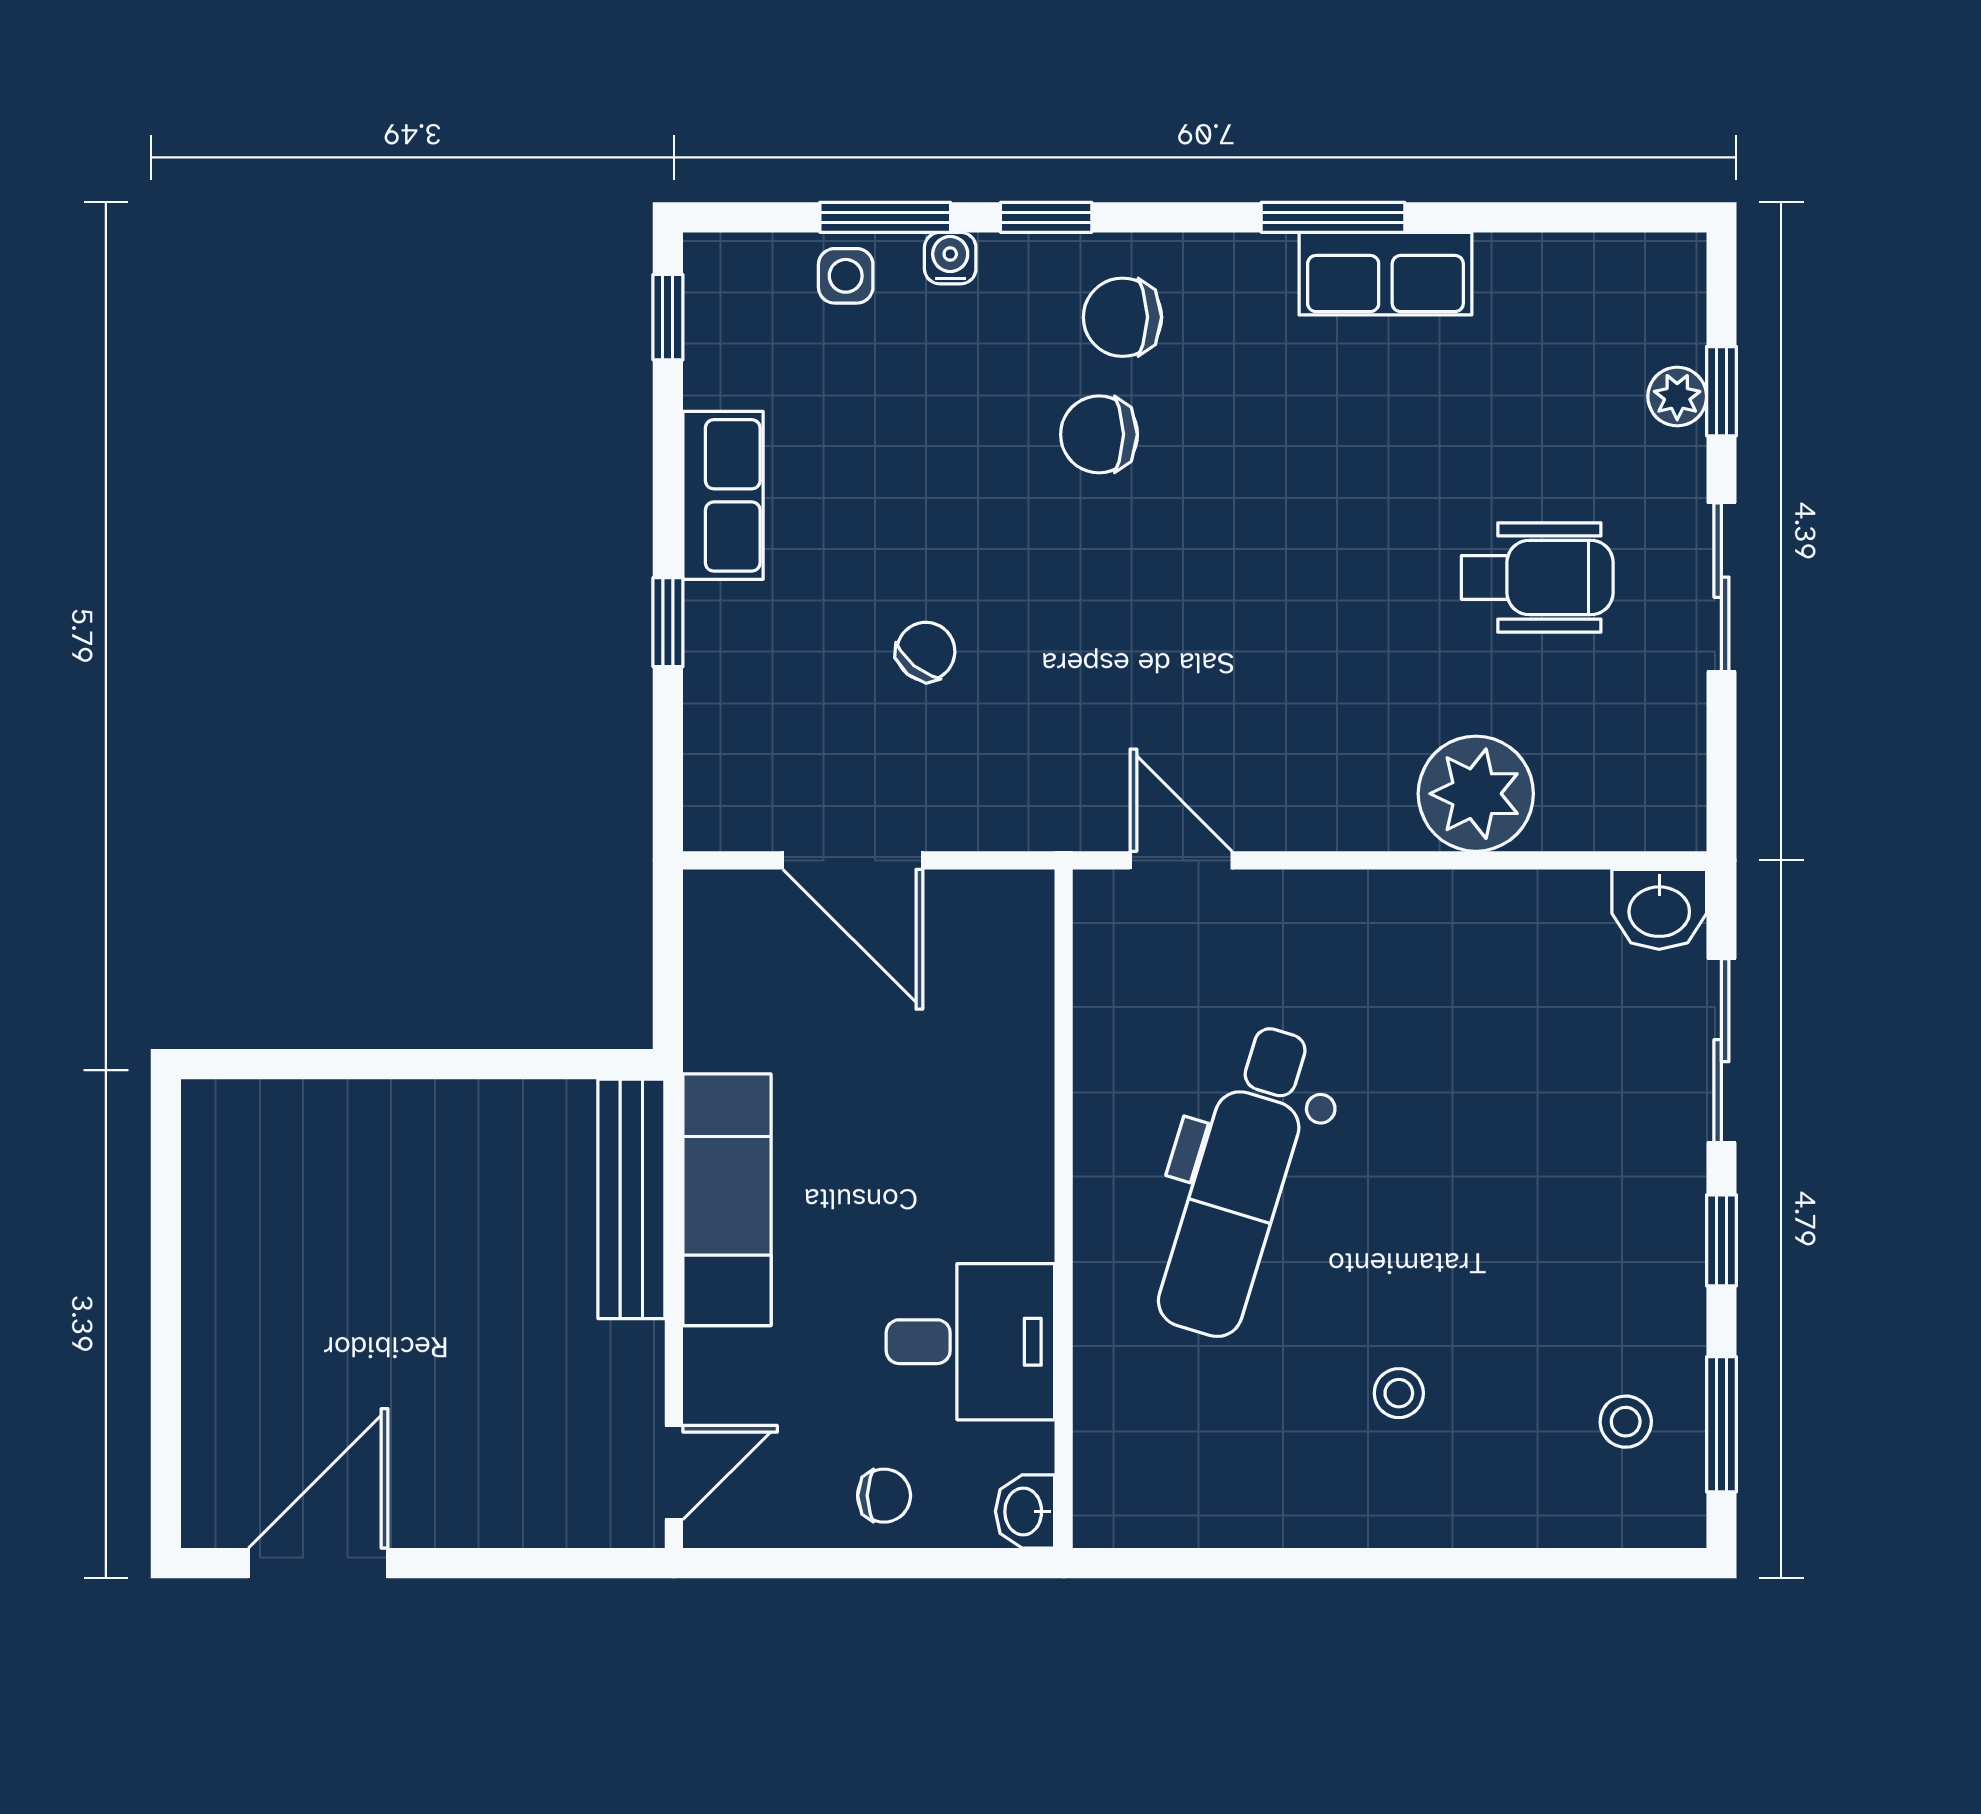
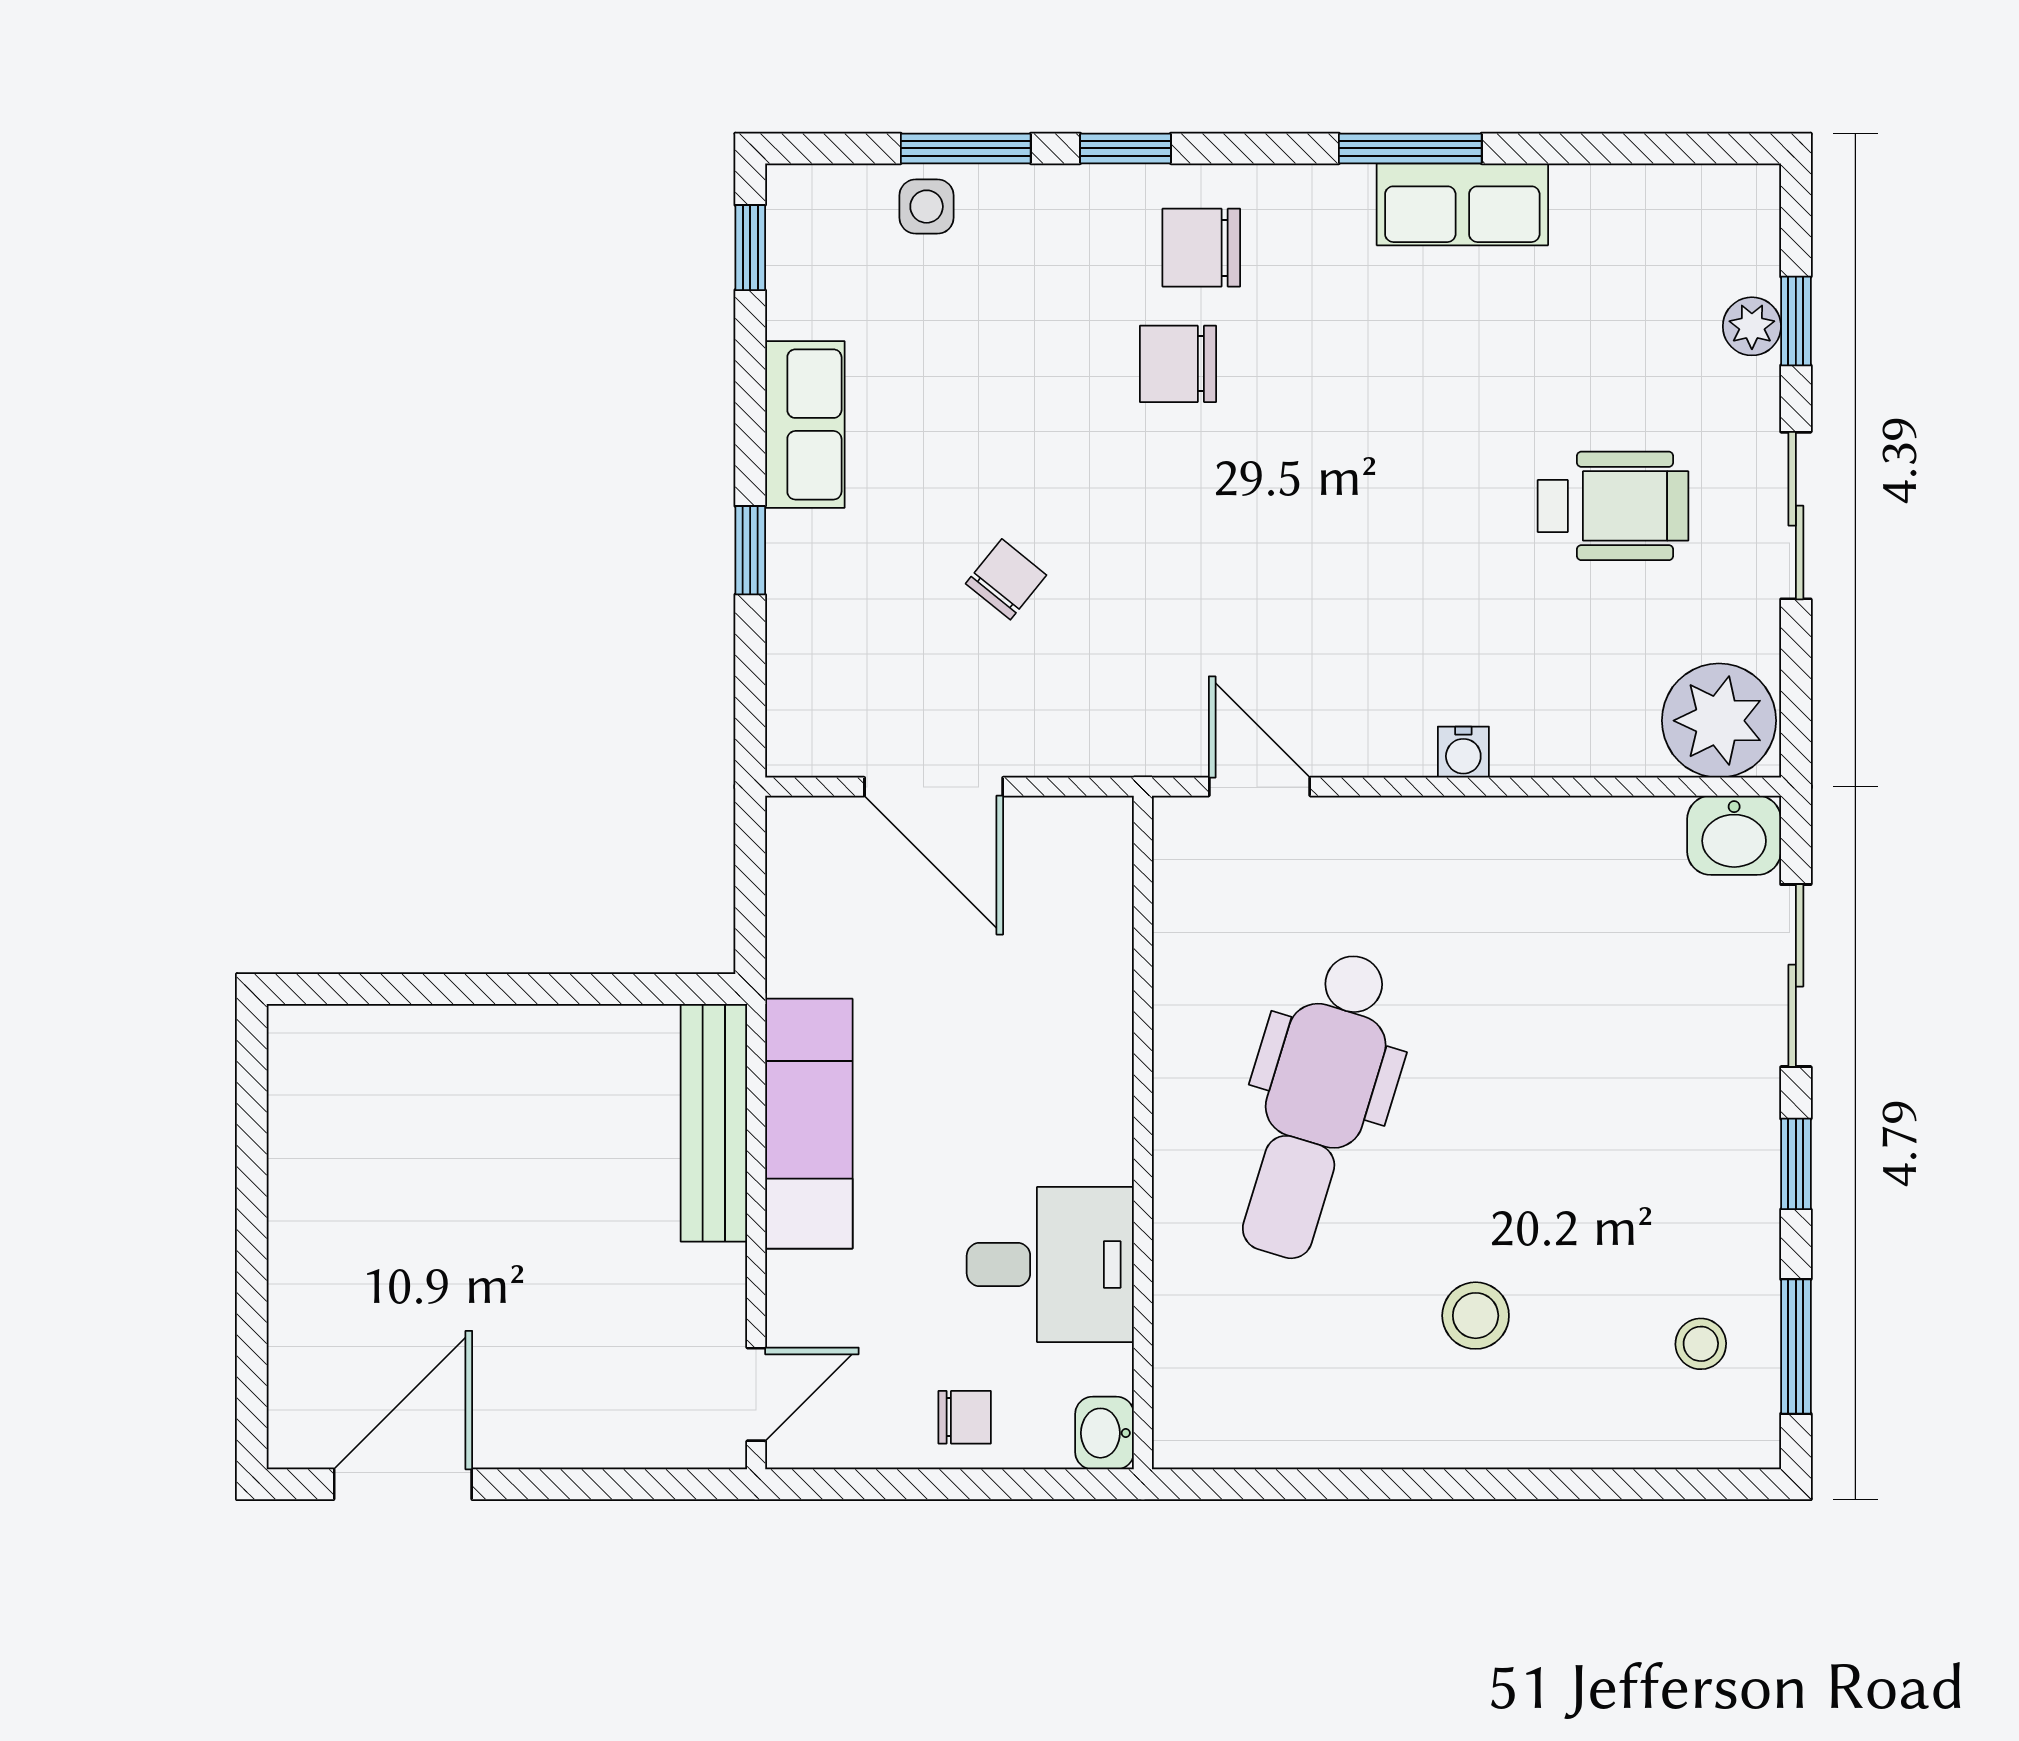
water cooler: (950, 258) -> (1463, 752), moved, turned 180
plant: (1476, 794) -> (1719, 721), moved
stool: (1399, 1393) -> (1476, 1316), width x1.37, depth x1.37

